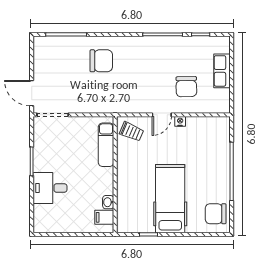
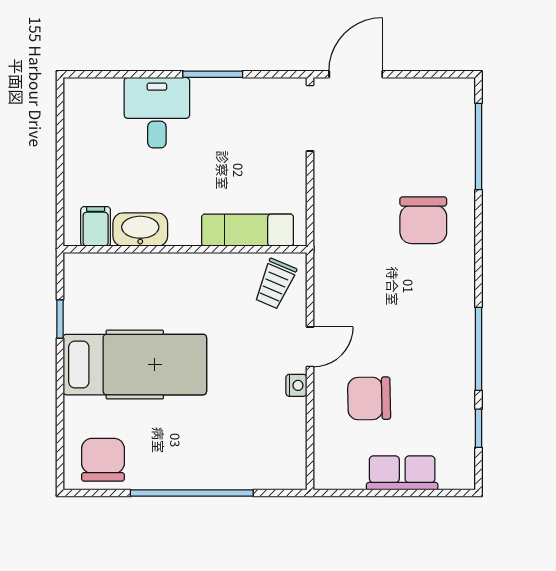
door: (162, 115) -> (310, 347), swing flipped
washbasin: (108, 202) -> (140, 230), width x1.91, depth x1.45

